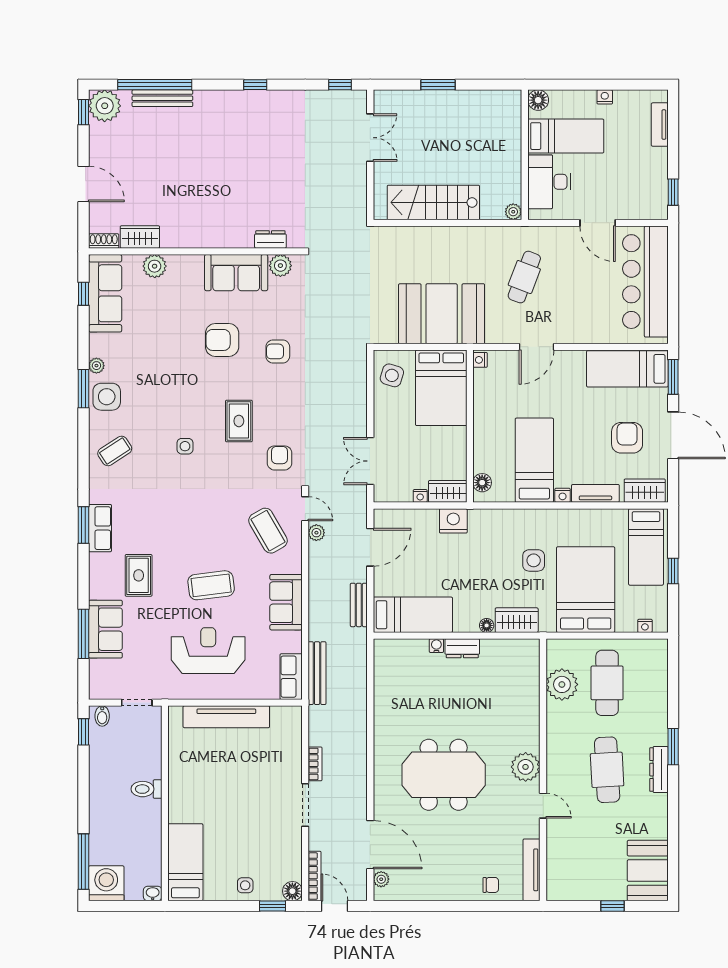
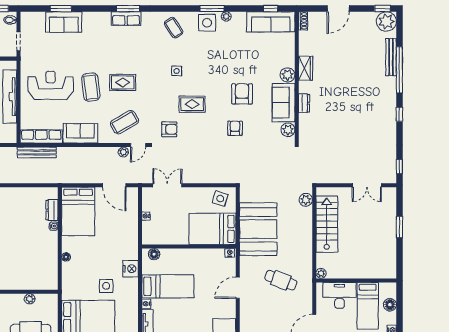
window: (155, 85) -> (399, 70), moved
floor lamp: (538, 100) -> (390, 305), moved
wardrobe: (140, 237) -> (306, 68), moved
plant: (394, 237) -> (306, 200), added
dresser: (270, 239) -> (304, 103), moved
plant: (155, 266) -> (288, 75), moved
door: (537, 347) -> (238, 288), hinge flipped
wardrobe: (448, 491) -> (149, 233), removed
nightstand: (453, 521) -> (131, 269), moved
rug: (139, 575) -> (123, 82), moved
bench: (359, 605) -> (79, 178), removed
bed: (413, 615) -> (78, 211), width x1.50
wardrobe: (517, 620) -> (69, 275), removed
window: (84, 634) -> (61, 9), width x0.69
dresser: (462, 648) -> (52, 210), moved
reception desk: (208, 651) -> (51, 85), turned -90
row of seats: (291, 677) -> (41, 136), width x1.48
plant: (562, 684) -> (30, 299), width x0.53, depth x0.53

